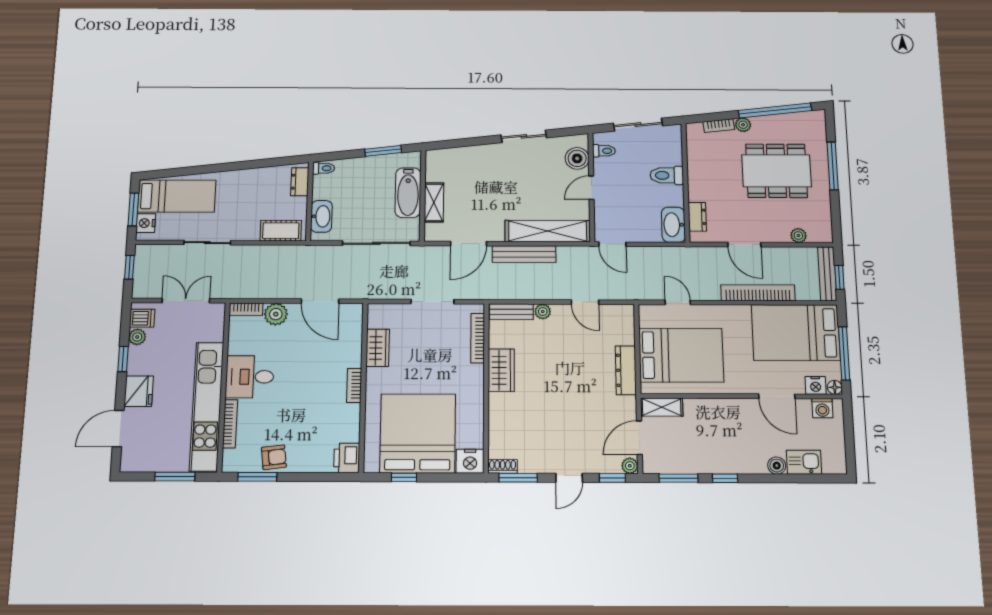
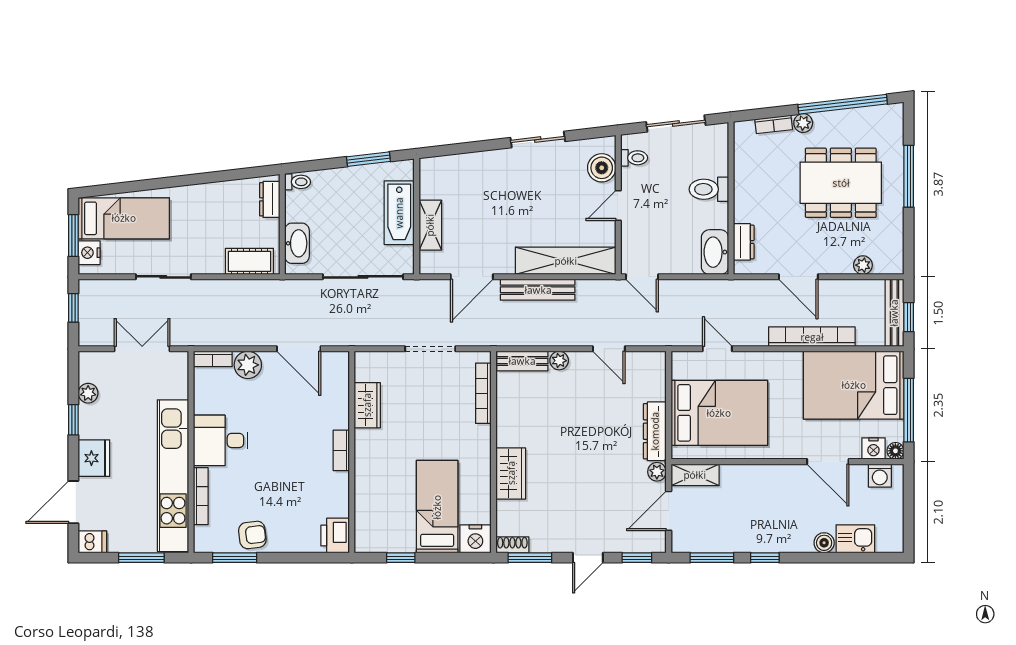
dishwasher: (142, 318) -> (92, 542), moved
wardrobe: (501, 370) -> (511, 473), moved
bed: (418, 433) -> (437, 507), width x0.49
plant: (630, 466) -> (657, 472), moved

